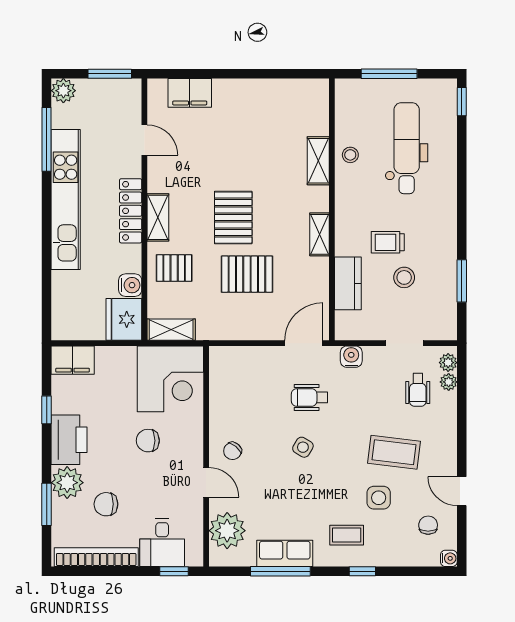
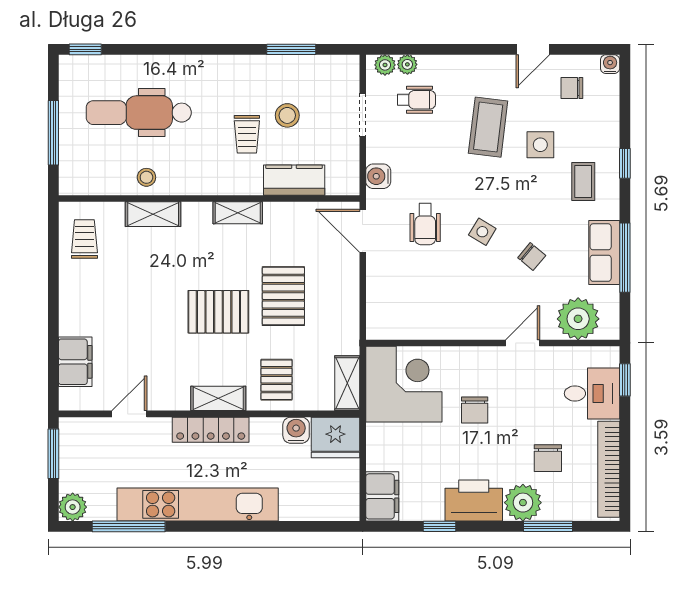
trolley: (297, 101) -> (84, 239), added
chair: (232, 451) -> (532, 257), moved

